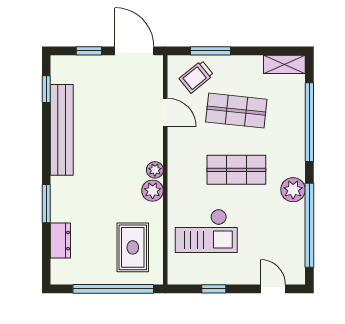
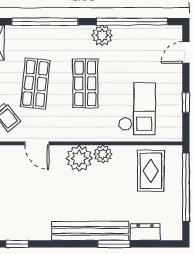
door: (165, 112) -> (37, 143), swing flipped
bench: (62, 130) -> (90, 231), moved
plant: (155, 170) -> (79, 158), width x1.88, depth x1.88
rug: (133, 247) -> (151, 171), turned 90

